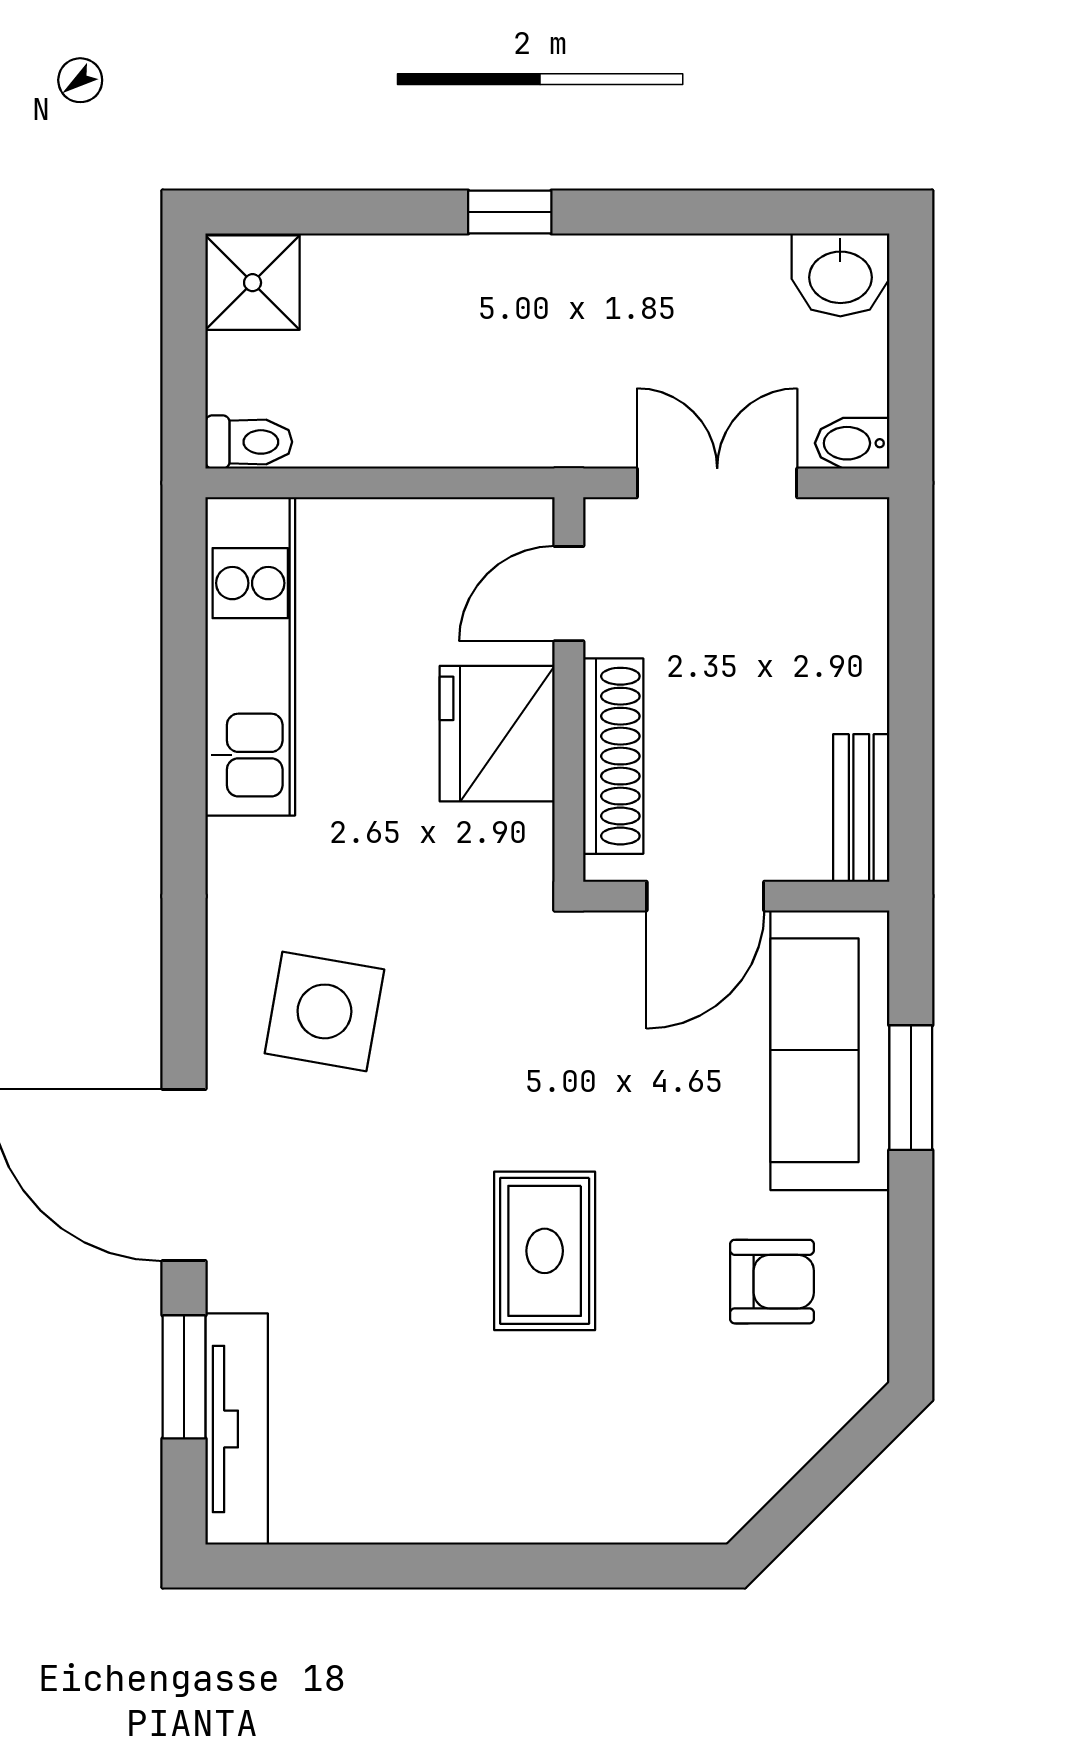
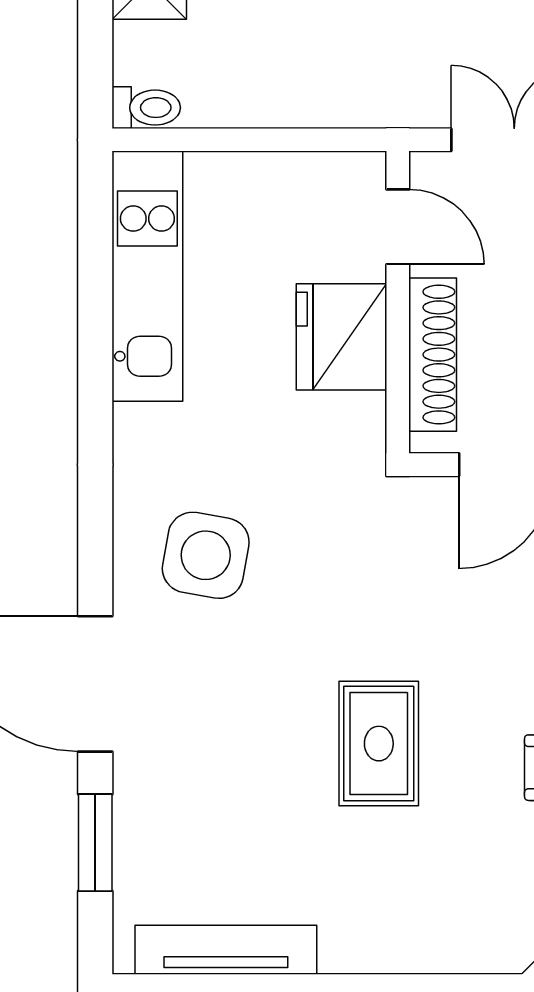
door: (569, 594) -> (398, 227), swing flipped
tv unit: (237, 1429) -> (226, 950), moved, turned -90

